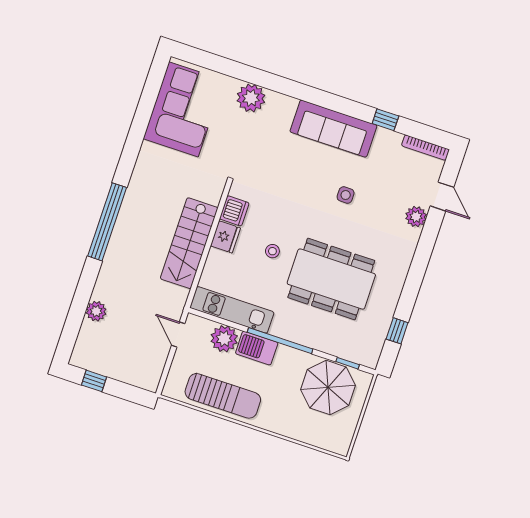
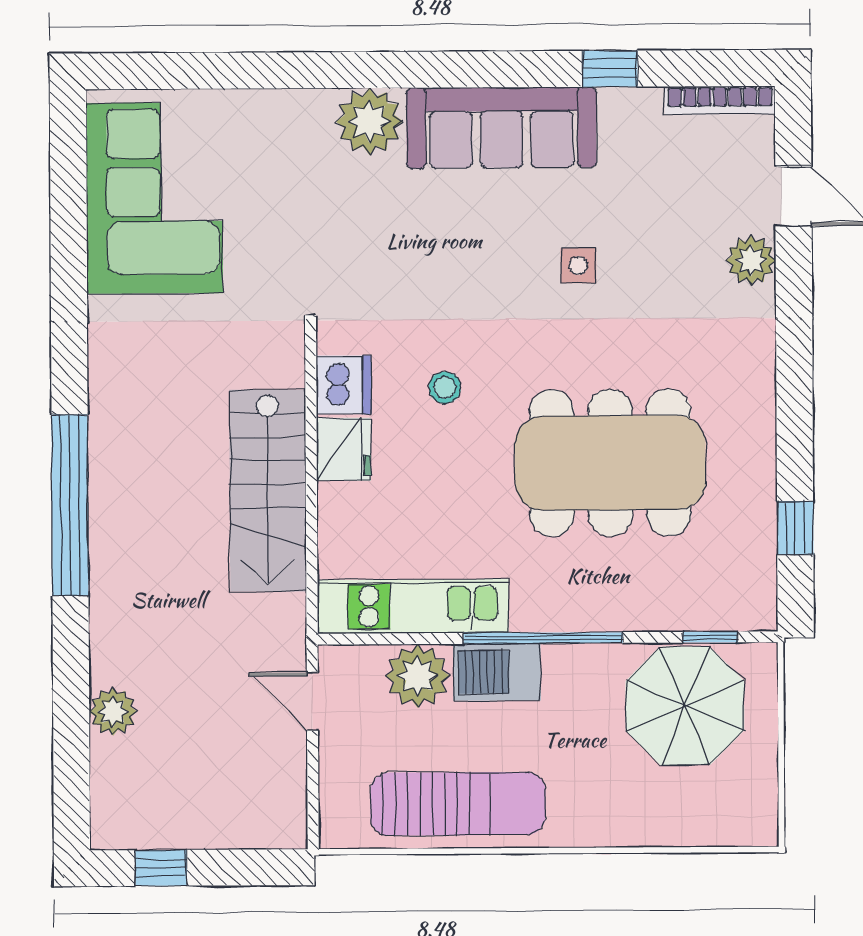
plant: (251, 98) -> (369, 122), moved
stool: (272, 251) -> (445, 388), moved

